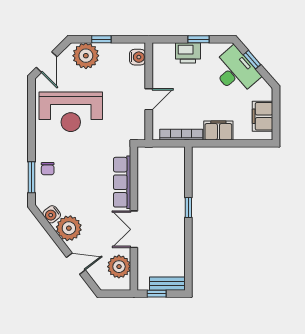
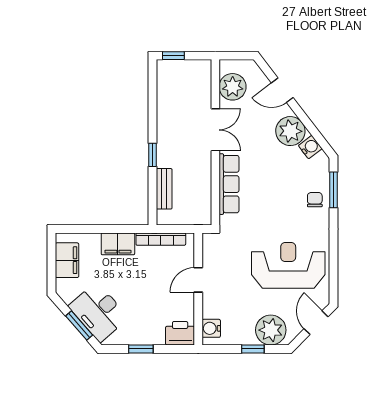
printer: (188, 53) -> (180, 333), moved
window: (252, 60) -> (79, 325), width x1.50
bench: (167, 284) -> (164, 189), moved, turned 90
window: (157, 294) -> (173, 56), moved

